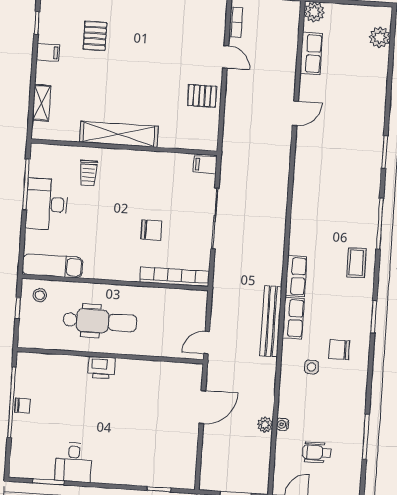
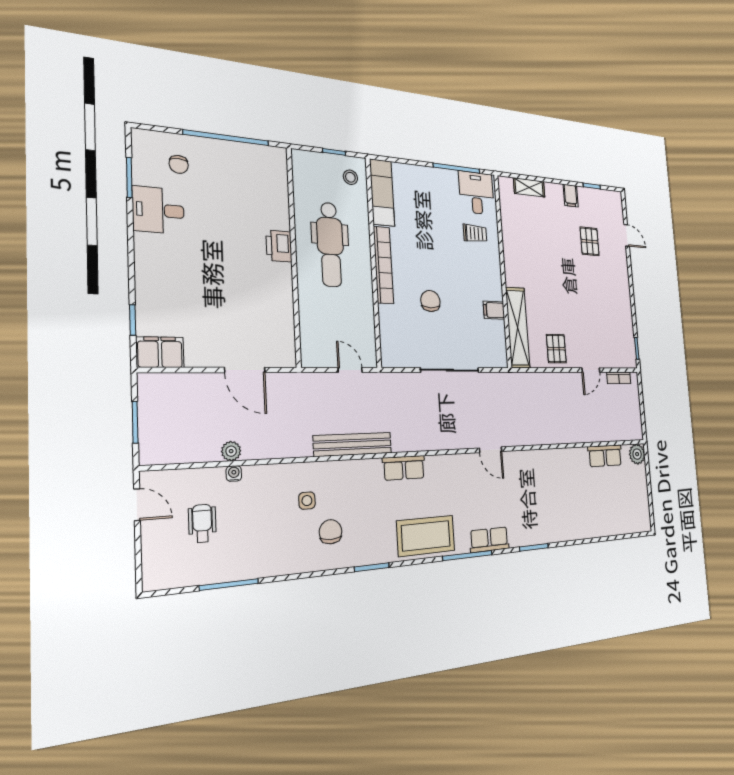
pallet: (95, 36) -> (590, 241), turned 90
plant: (380, 37) -> (627, 523), removed
door: (295, 113) -> (491, 450), moved
shelving: (119, 134) -> (518, 328), moved
filing cabinet: (205, 165) -> (494, 310), moved, turned -90
trolley: (88, 173) -> (475, 233), turned 180
desk: (47, 204) -> (476, 193), moved, width x0.73
chair: (151, 230) -> (430, 301), turned 180
coffee table: (356, 263) -> (426, 536), width x1.86, depth x1.72
bookcase: (175, 277) -> (383, 265), moved
row of seats: (293, 318) -> (489, 540), moved, turned 180
door: (207, 343) -> (350, 370), moved
chair: (23, 406) -> (179, 164), moved
filing cabinet: (184, 471) -> (160, 352), added

